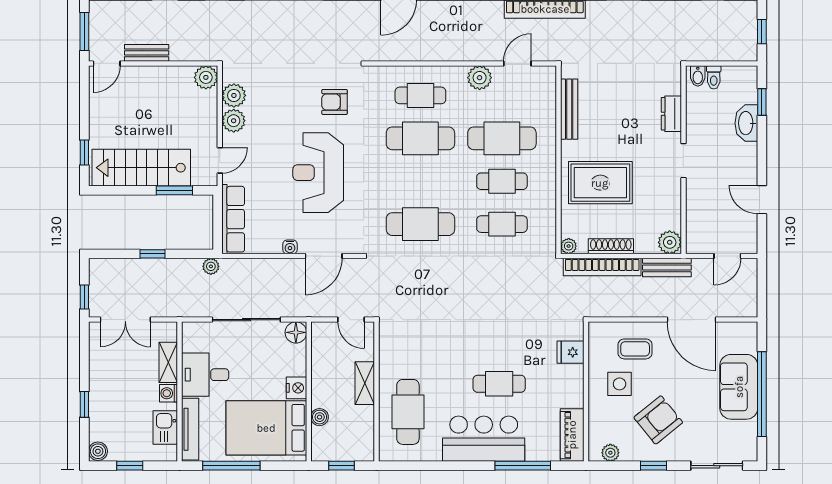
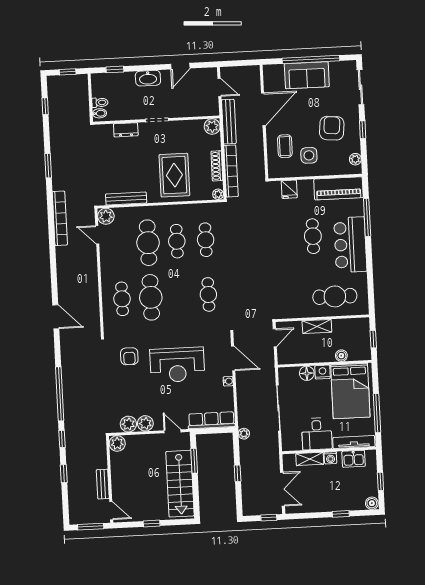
plant: (480, 78) -> (106, 216), moved
washbasin: (746, 123) -> (148, 78), moved
window: (84, 153) -> (152, 523), moved
cafe table: (420, 224) -> (208, 294), width x0.73, depth x0.74
bench: (667, 267) -> (229, 122), width x1.36
floor lamp: (296, 332) -> (307, 373), moved
armchair: (658, 420) -> (332, 128), turned 44
piano: (572, 435) -> (338, 188), width x1.37, depth x1.33

